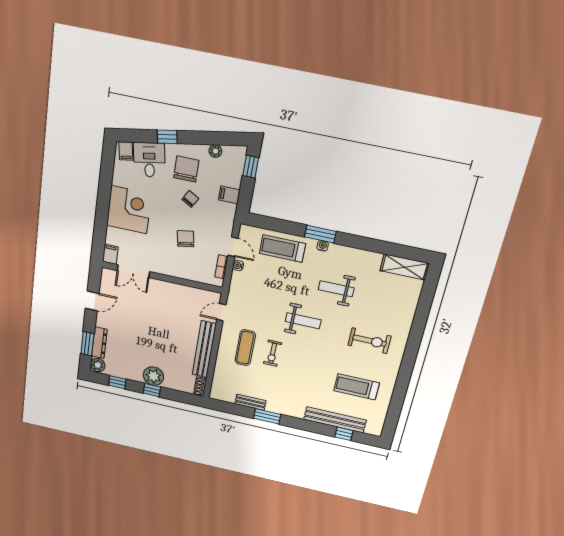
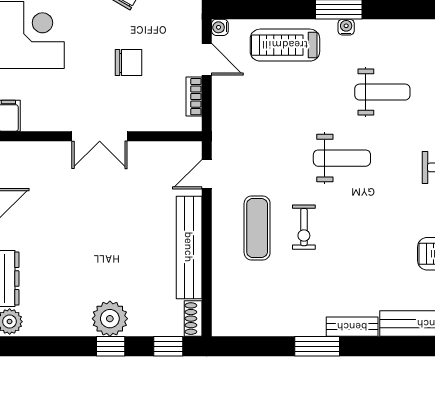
chair: (186, 239) -> (129, 63), turned 100
water cooler: (238, 265) -> (220, 27), moved
double door: (133, 271) -> (100, 136), moved
weight bench: (336, 289) -> (382, 92), turned 180
window: (117, 382) -> (168, 346), moved
bench: (250, 402) -> (352, 327), moved

